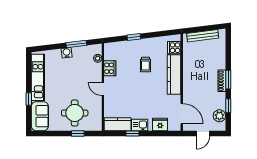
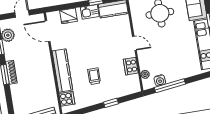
window: (76, 44) -> (170, 86), width x1.44
water cooler: (67, 53) -> (160, 80), moved

